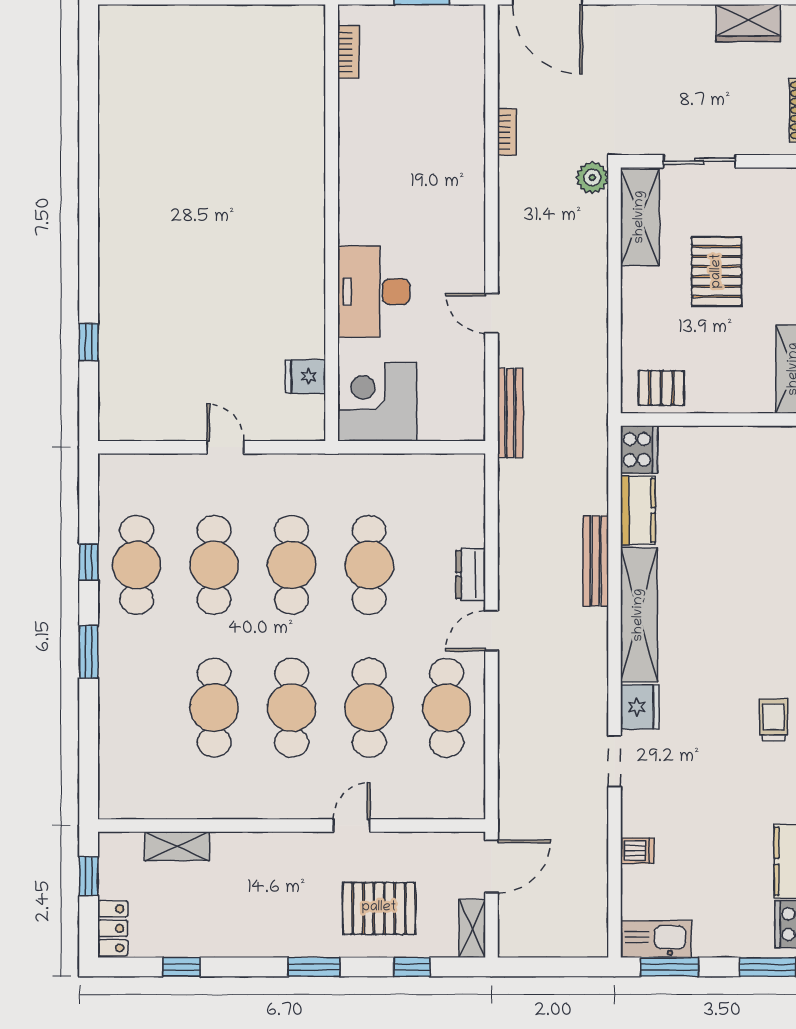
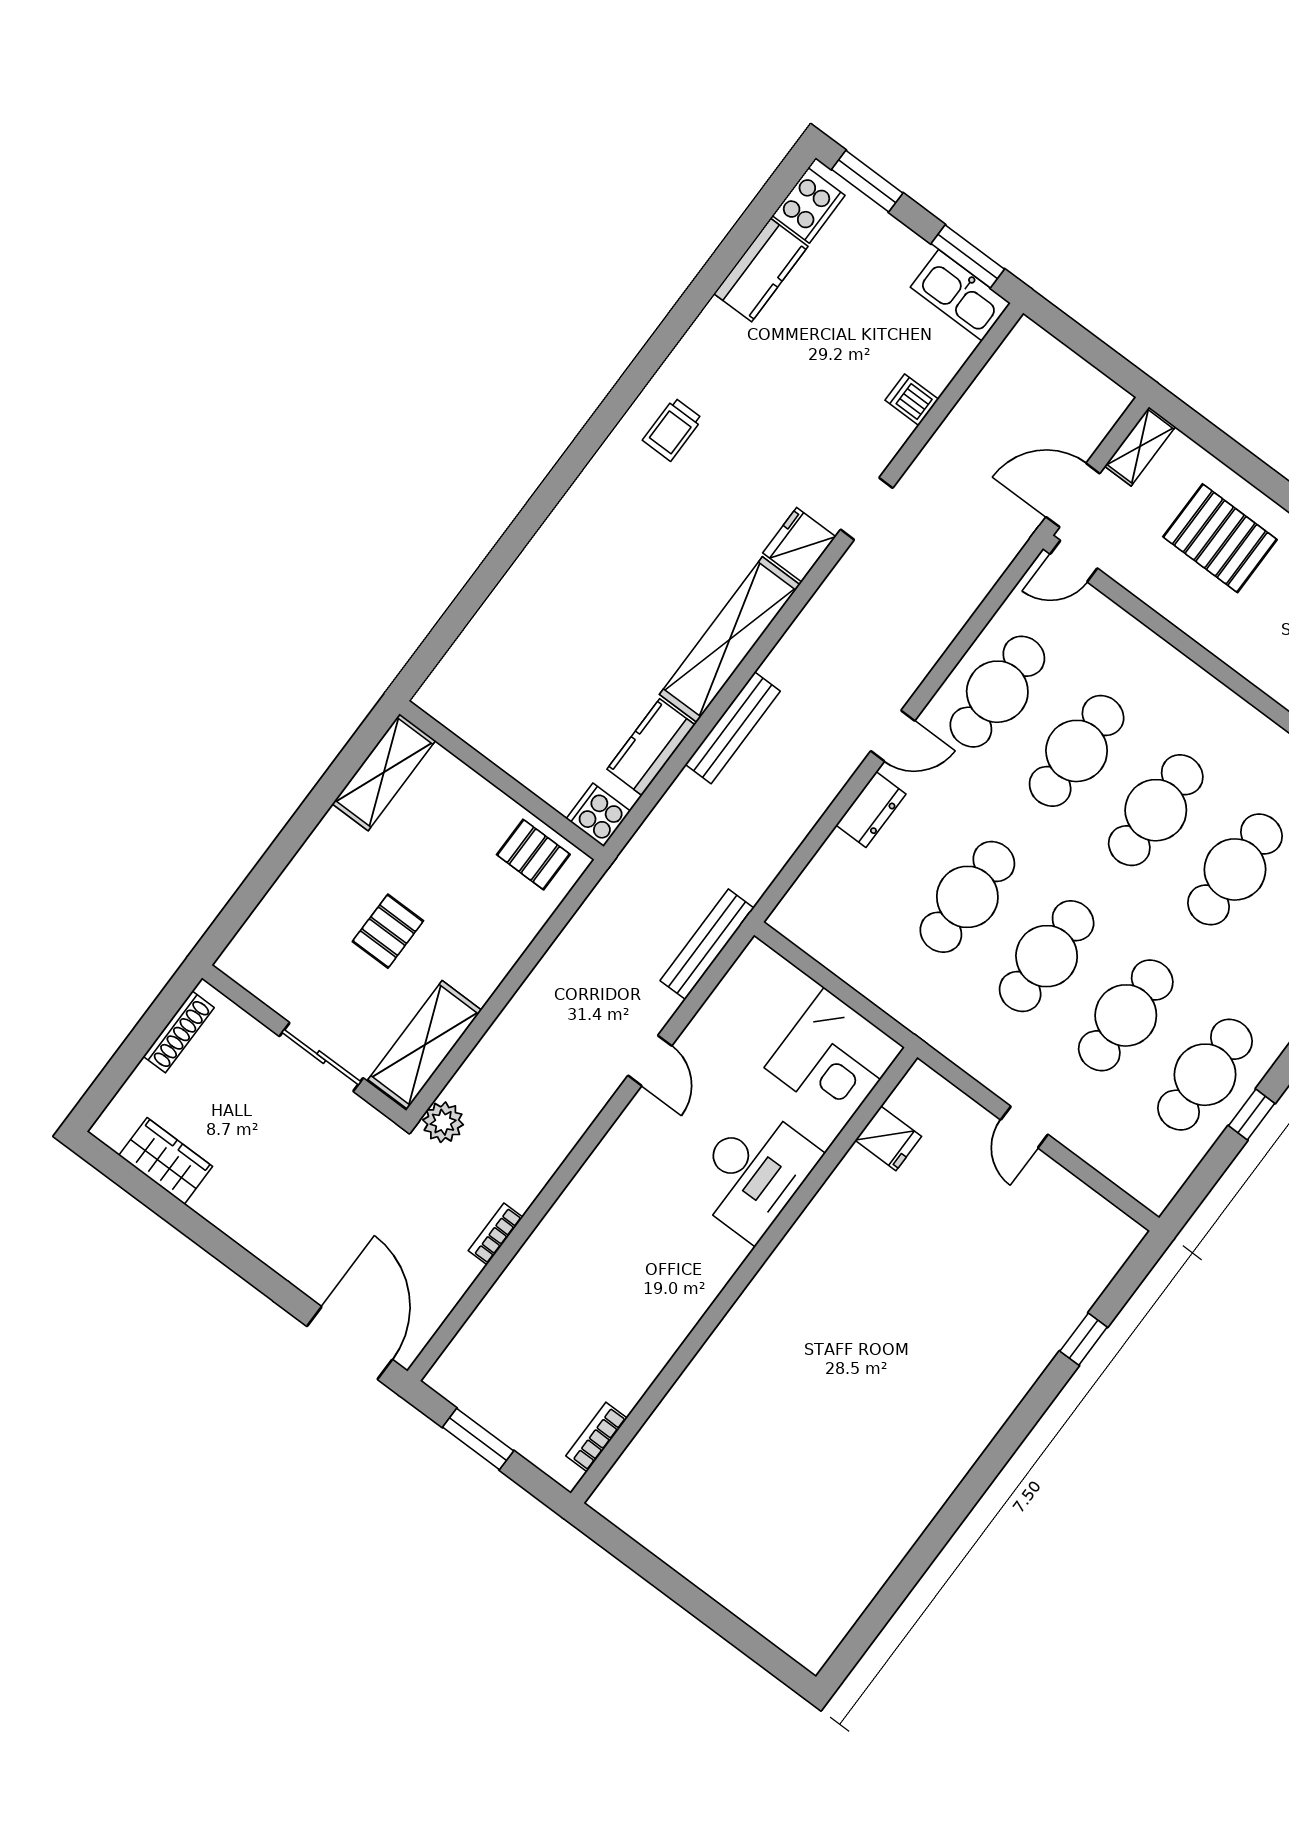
pallet: (717, 271) -> (388, 931), width x0.67, depth x0.71
cooker: (639, 450) -> (598, 815), width x0.73
door: (351, 825) -> (1074, 561), moved
window: (412, 967) -> (1231, 453), removed

